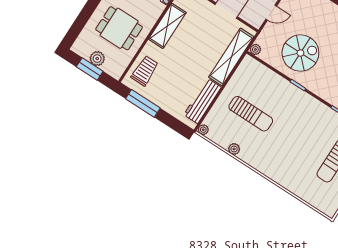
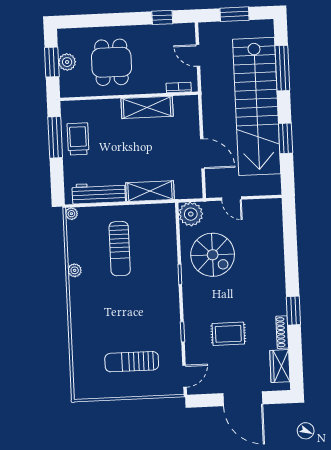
plant: (255, 49) -> (191, 214), width x1.88, depth x1.88
shelving: (231, 57) -> (150, 191), width x0.68
trolley: (145, 71) -> (78, 139), moved, turned -90
plant: (234, 149) -> (75, 270), moved

